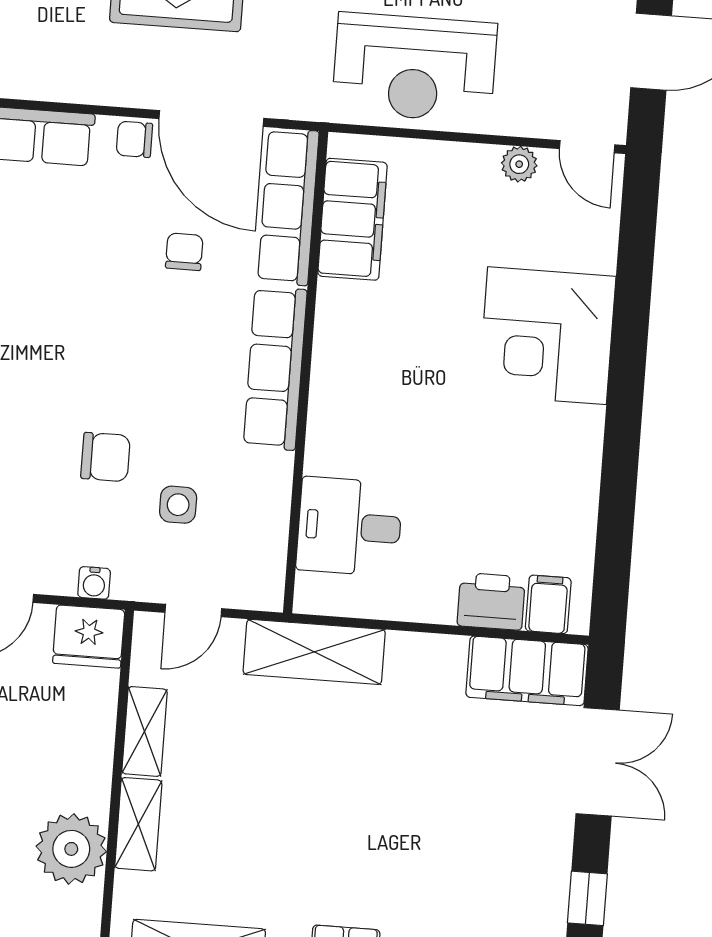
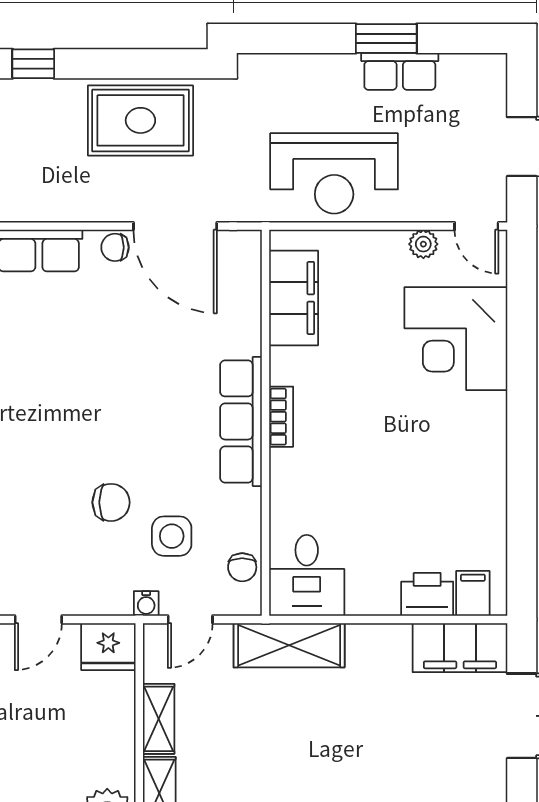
row of seats: (288, 207) -> (242, 292), removed
chair: (184, 252) -> (242, 567), moved, turned 180
corner desk: (547, 336) -> (456, 339), moved
bookcase: (326, 366) -> (281, 417), added
side table: (178, 505) -> (172, 536), width x1.37, depth x1.37
desk: (349, 527) -> (307, 575), moved, turned -90
water cooler: (94, 583) -> (146, 603), moved

